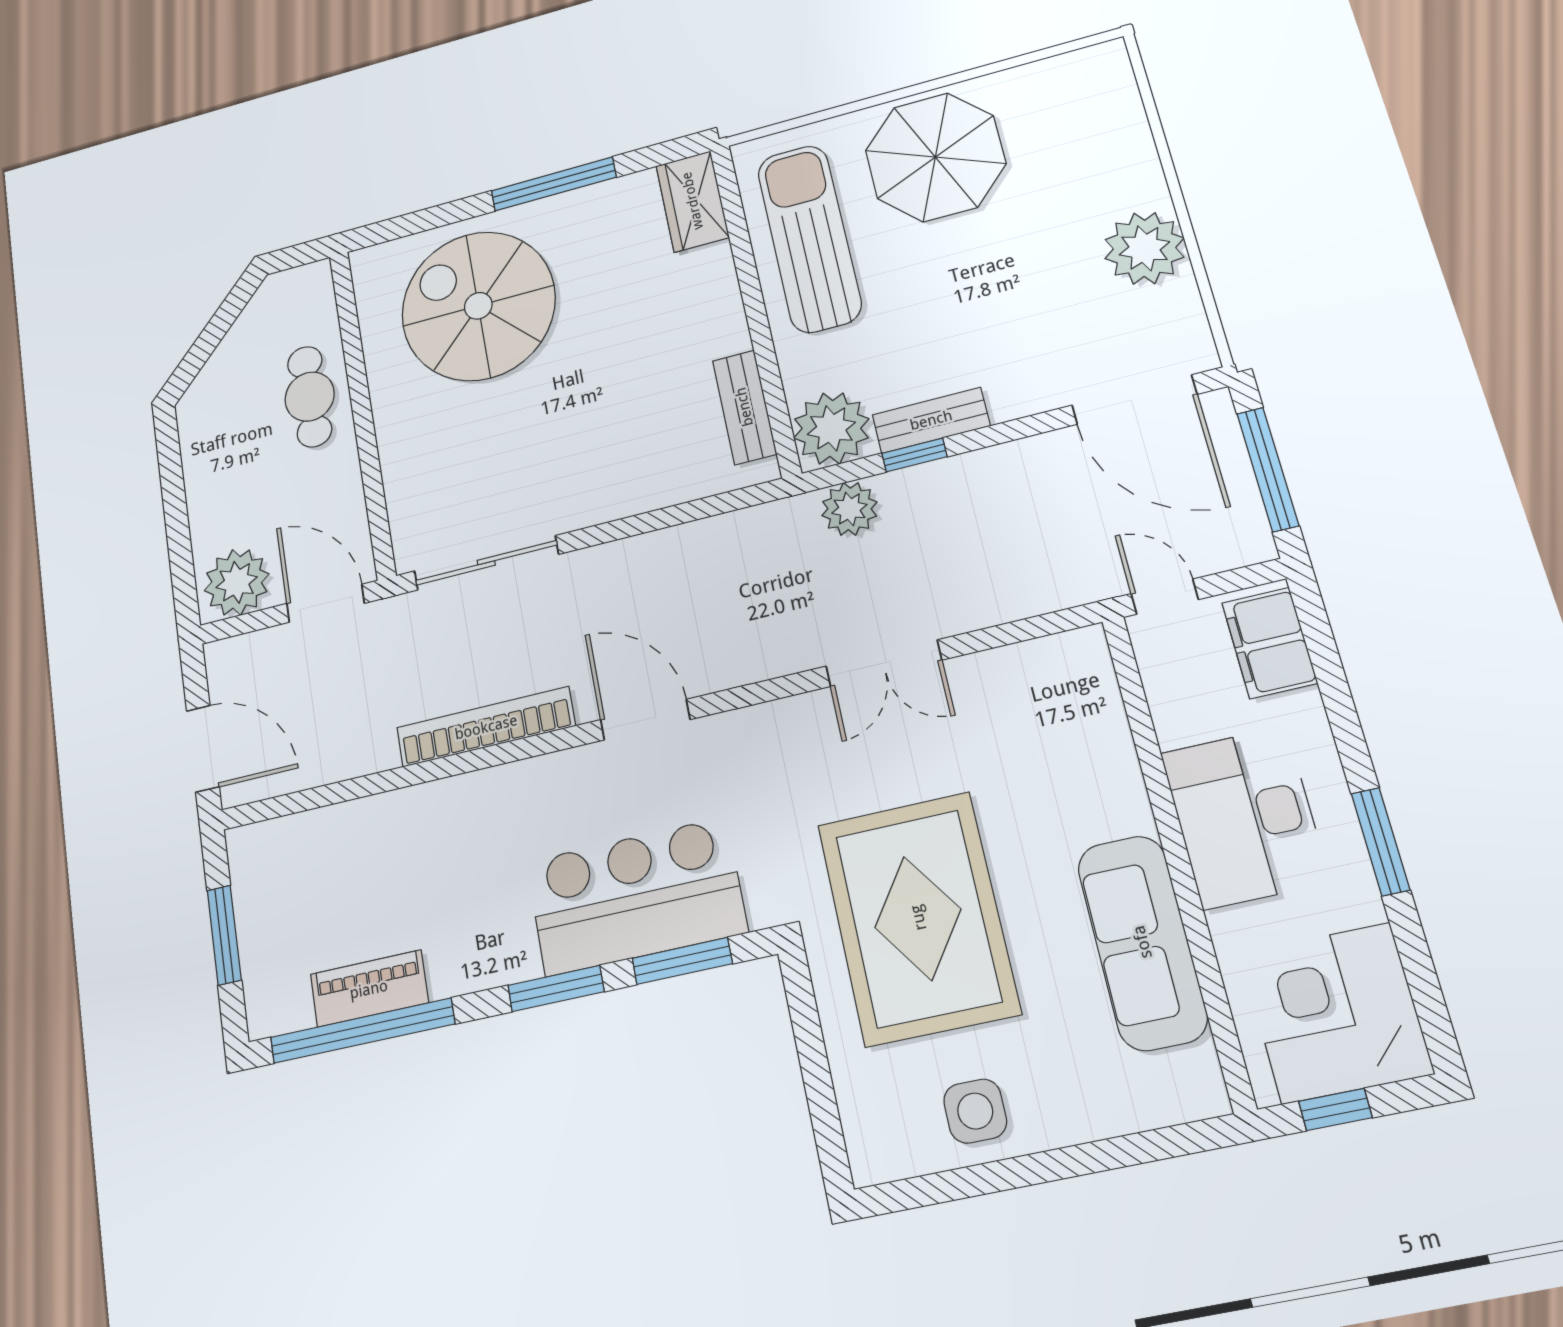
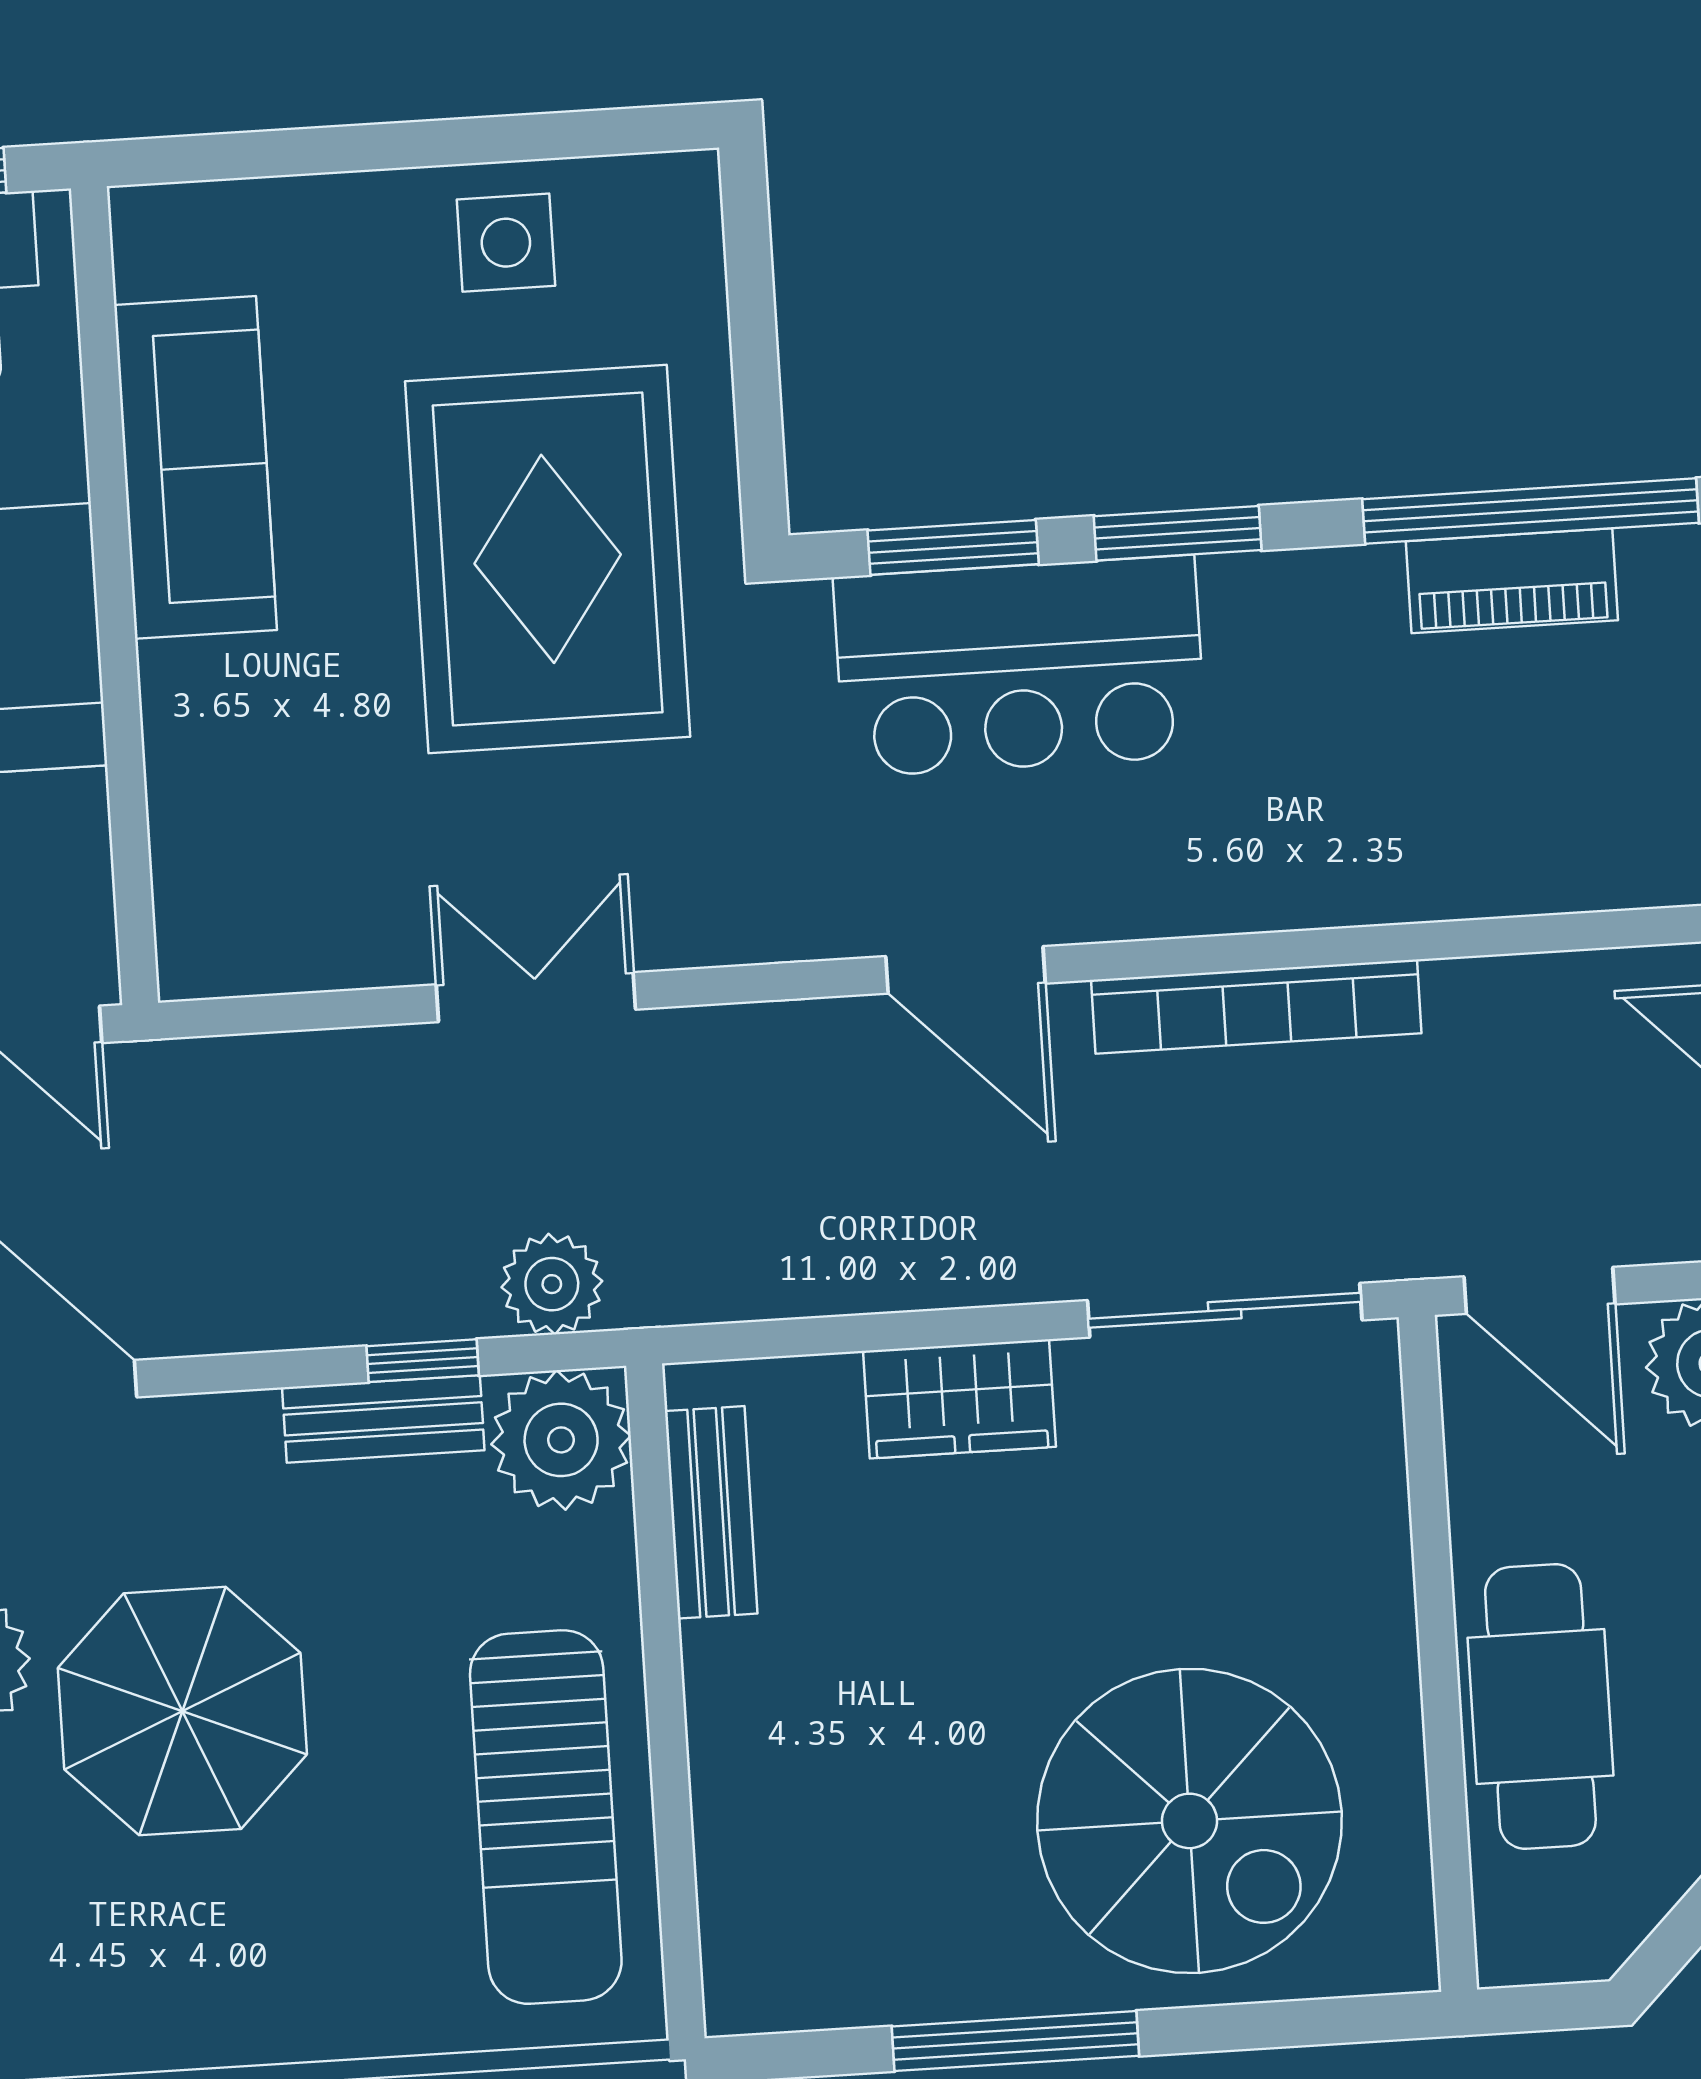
parasol: (935, 157) -> (182, 1711), moved
wardrobe: (692, 201) -> (959, 1399), moved, turned 90
cafe table: (310, 397) -> (1540, 1707), width x1.37, depth x1.35

